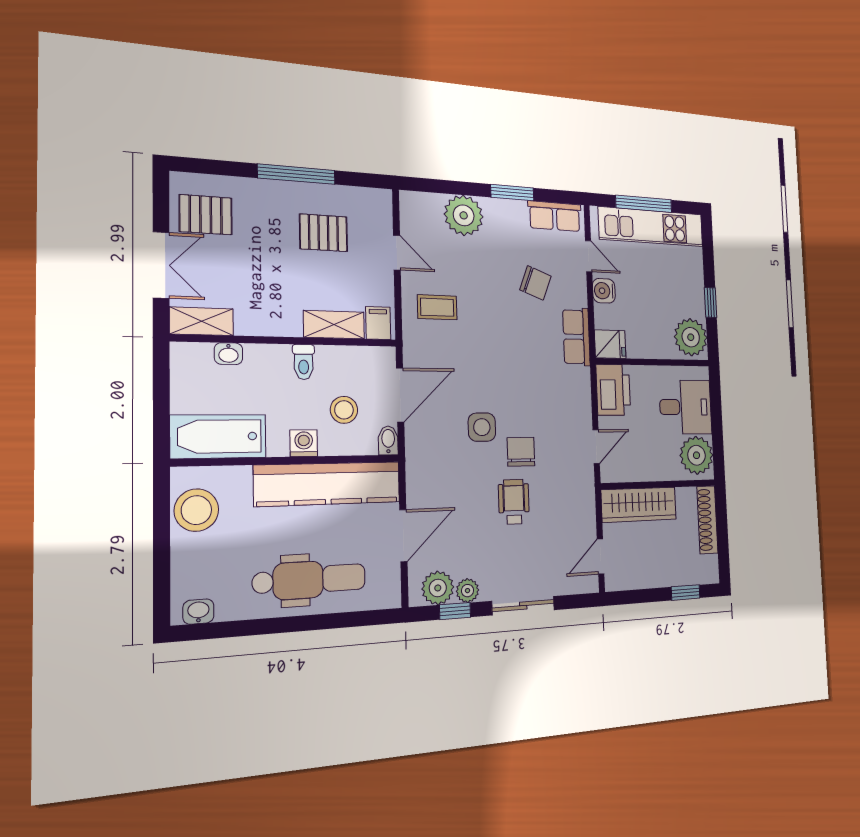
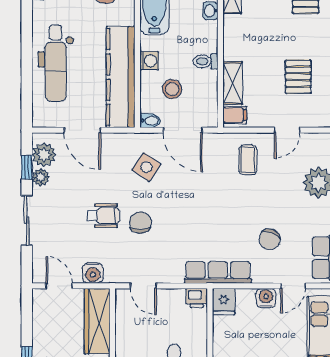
row of seats: (576, 337) -> (218, 272), width x1.48
printer: (613, 390) -> (197, 298), width x0.53, depth x0.68
side table: (482, 427) -> (146, 167), moved, turned 34
chair: (521, 452) -> (140, 223), turned -90
water cooler: (584, 513) -> (93, 273), added

